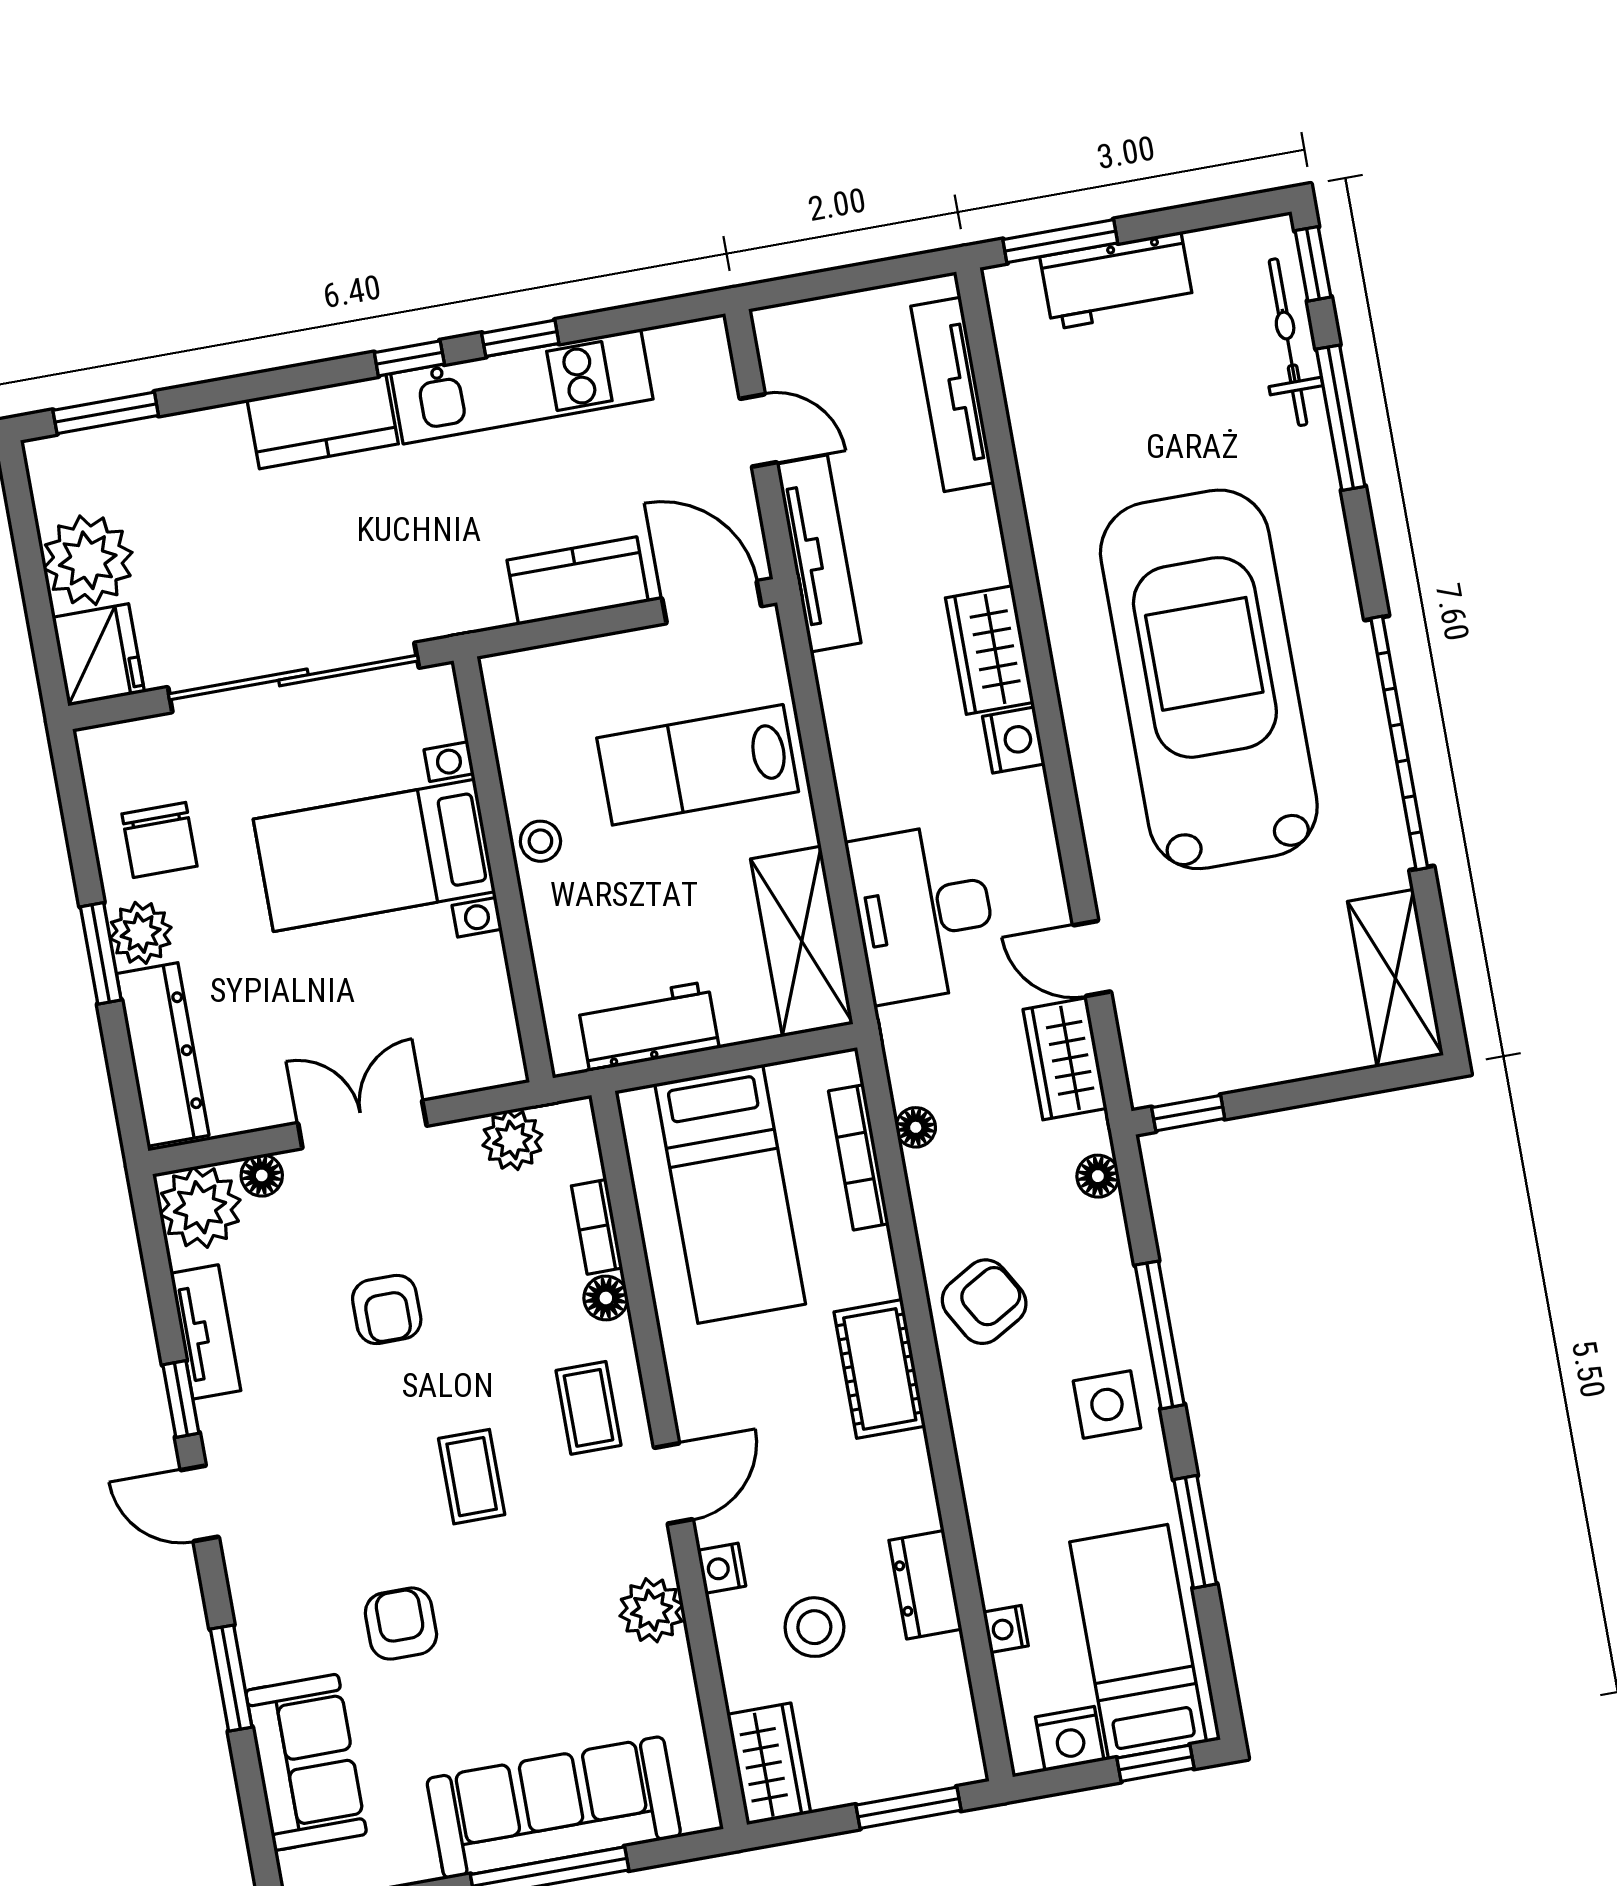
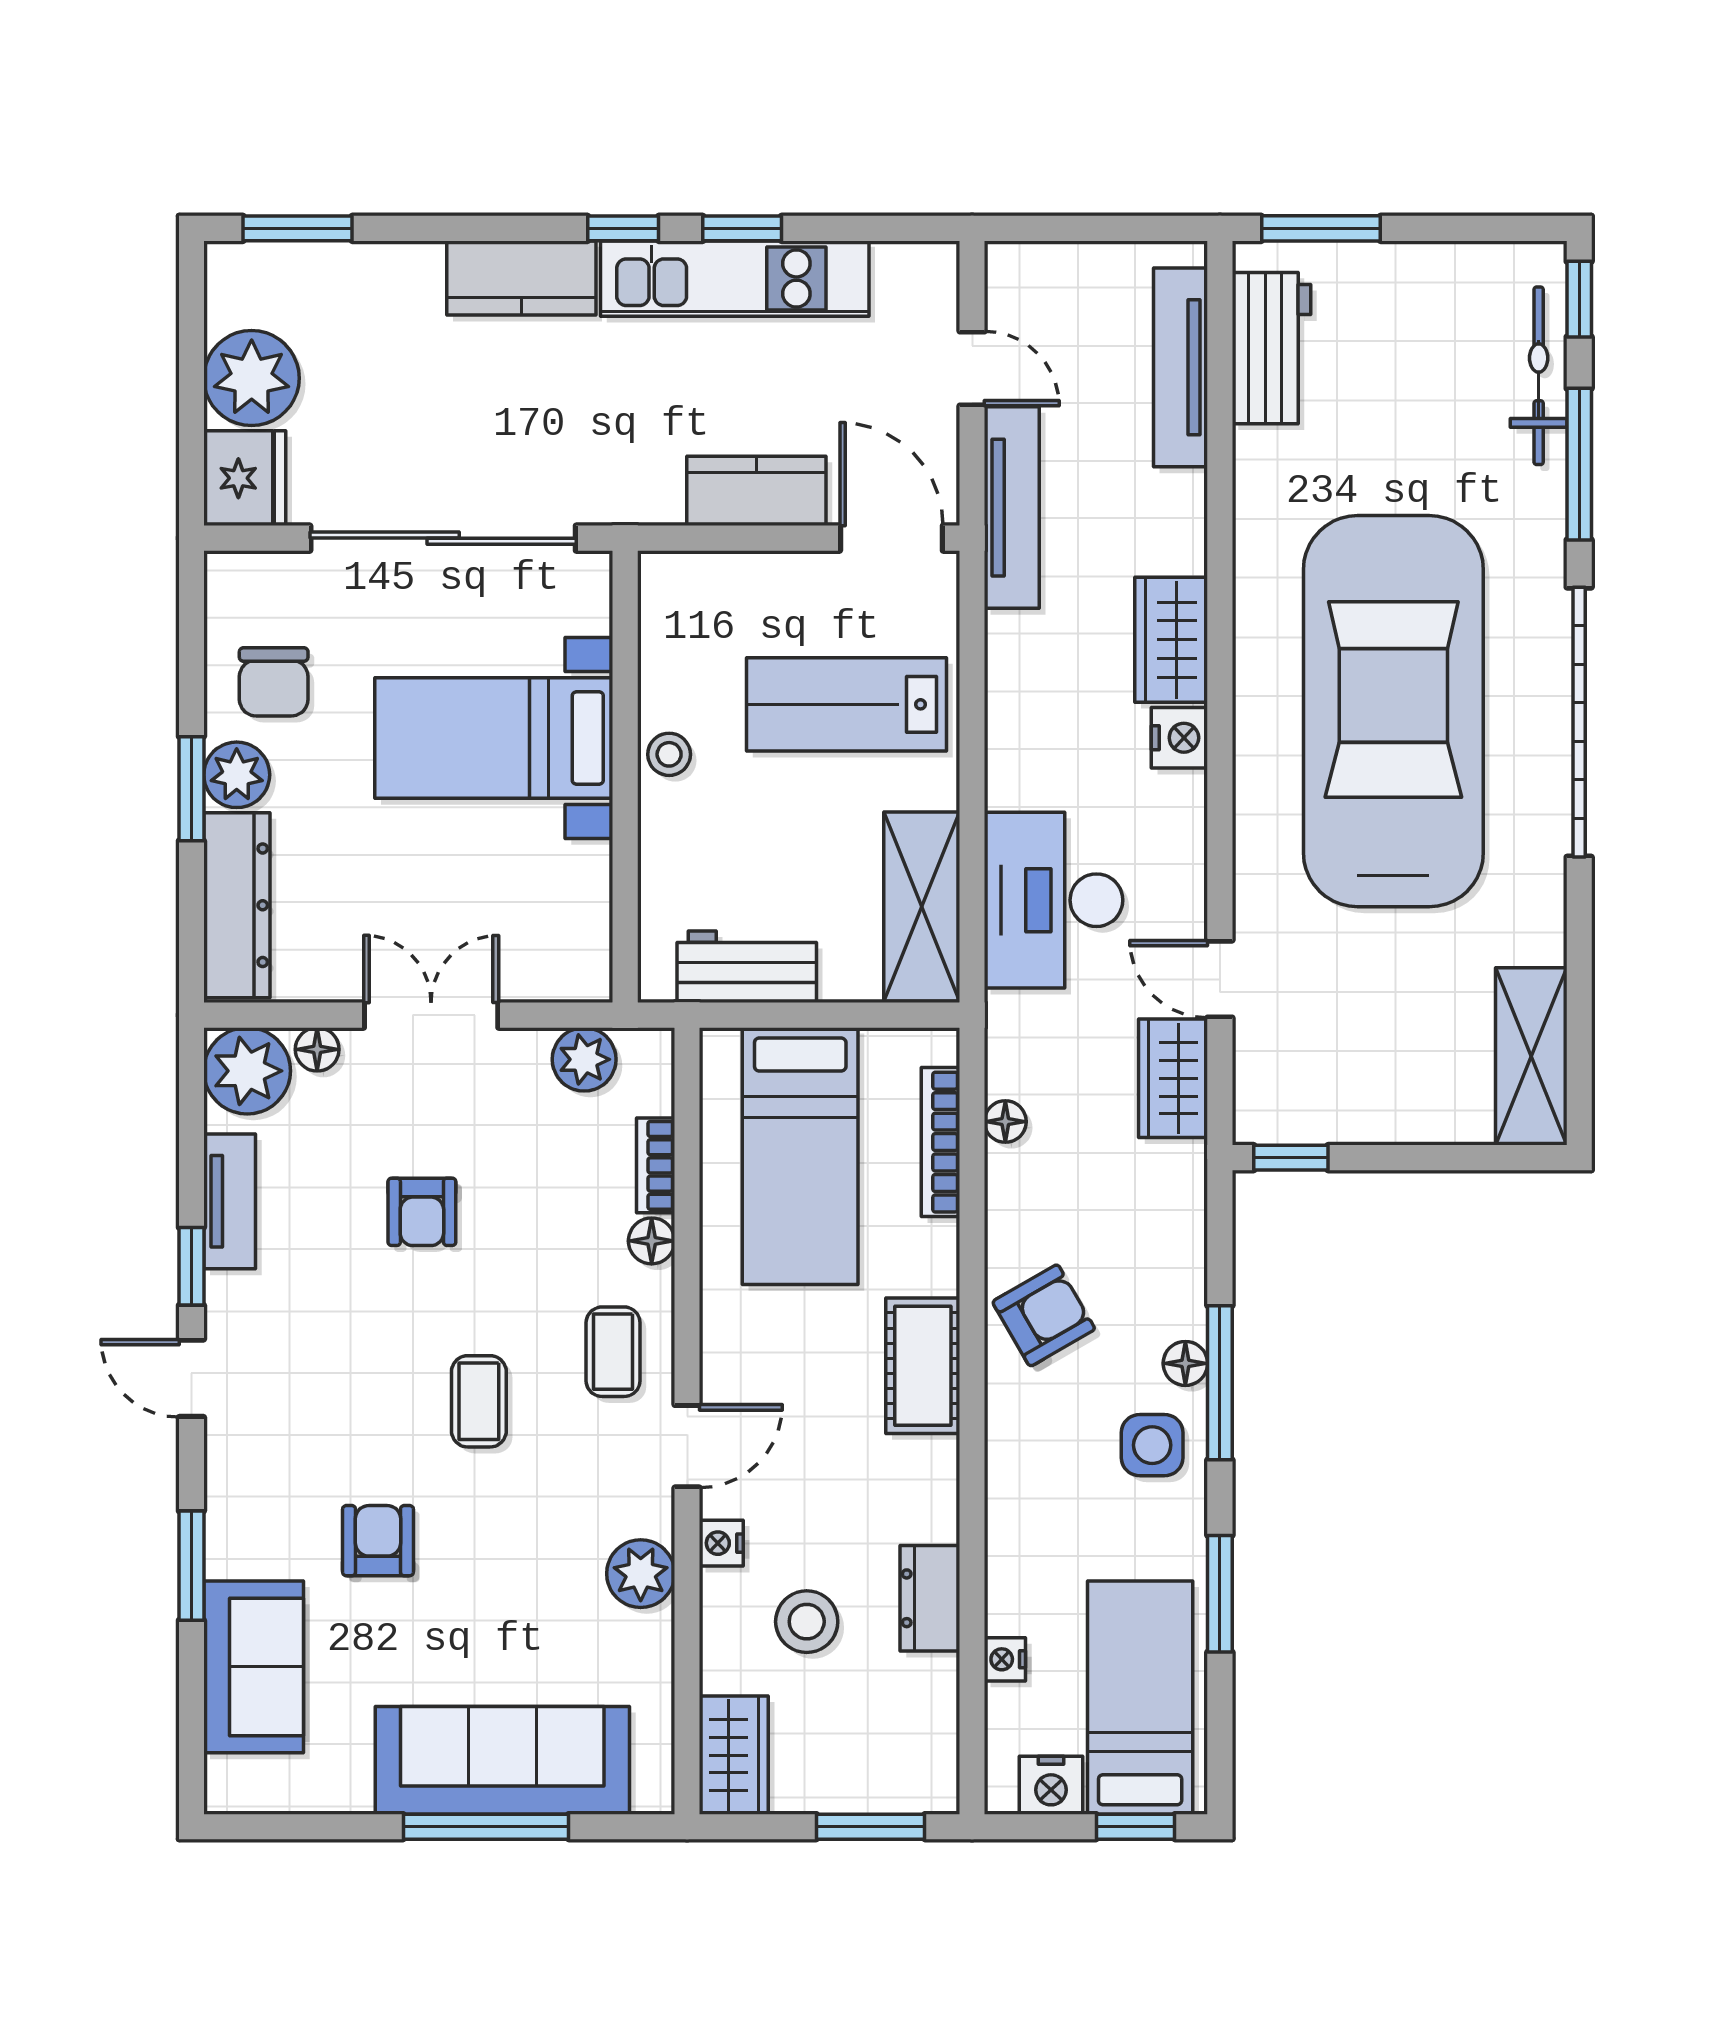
workbench: (1117, 281) -> (1271, 348), moved, turned -90
garage door: (1399, 743) -> (1579, 722), moved
floor lamp: (1098, 1176) -> (1185, 1363), moved

